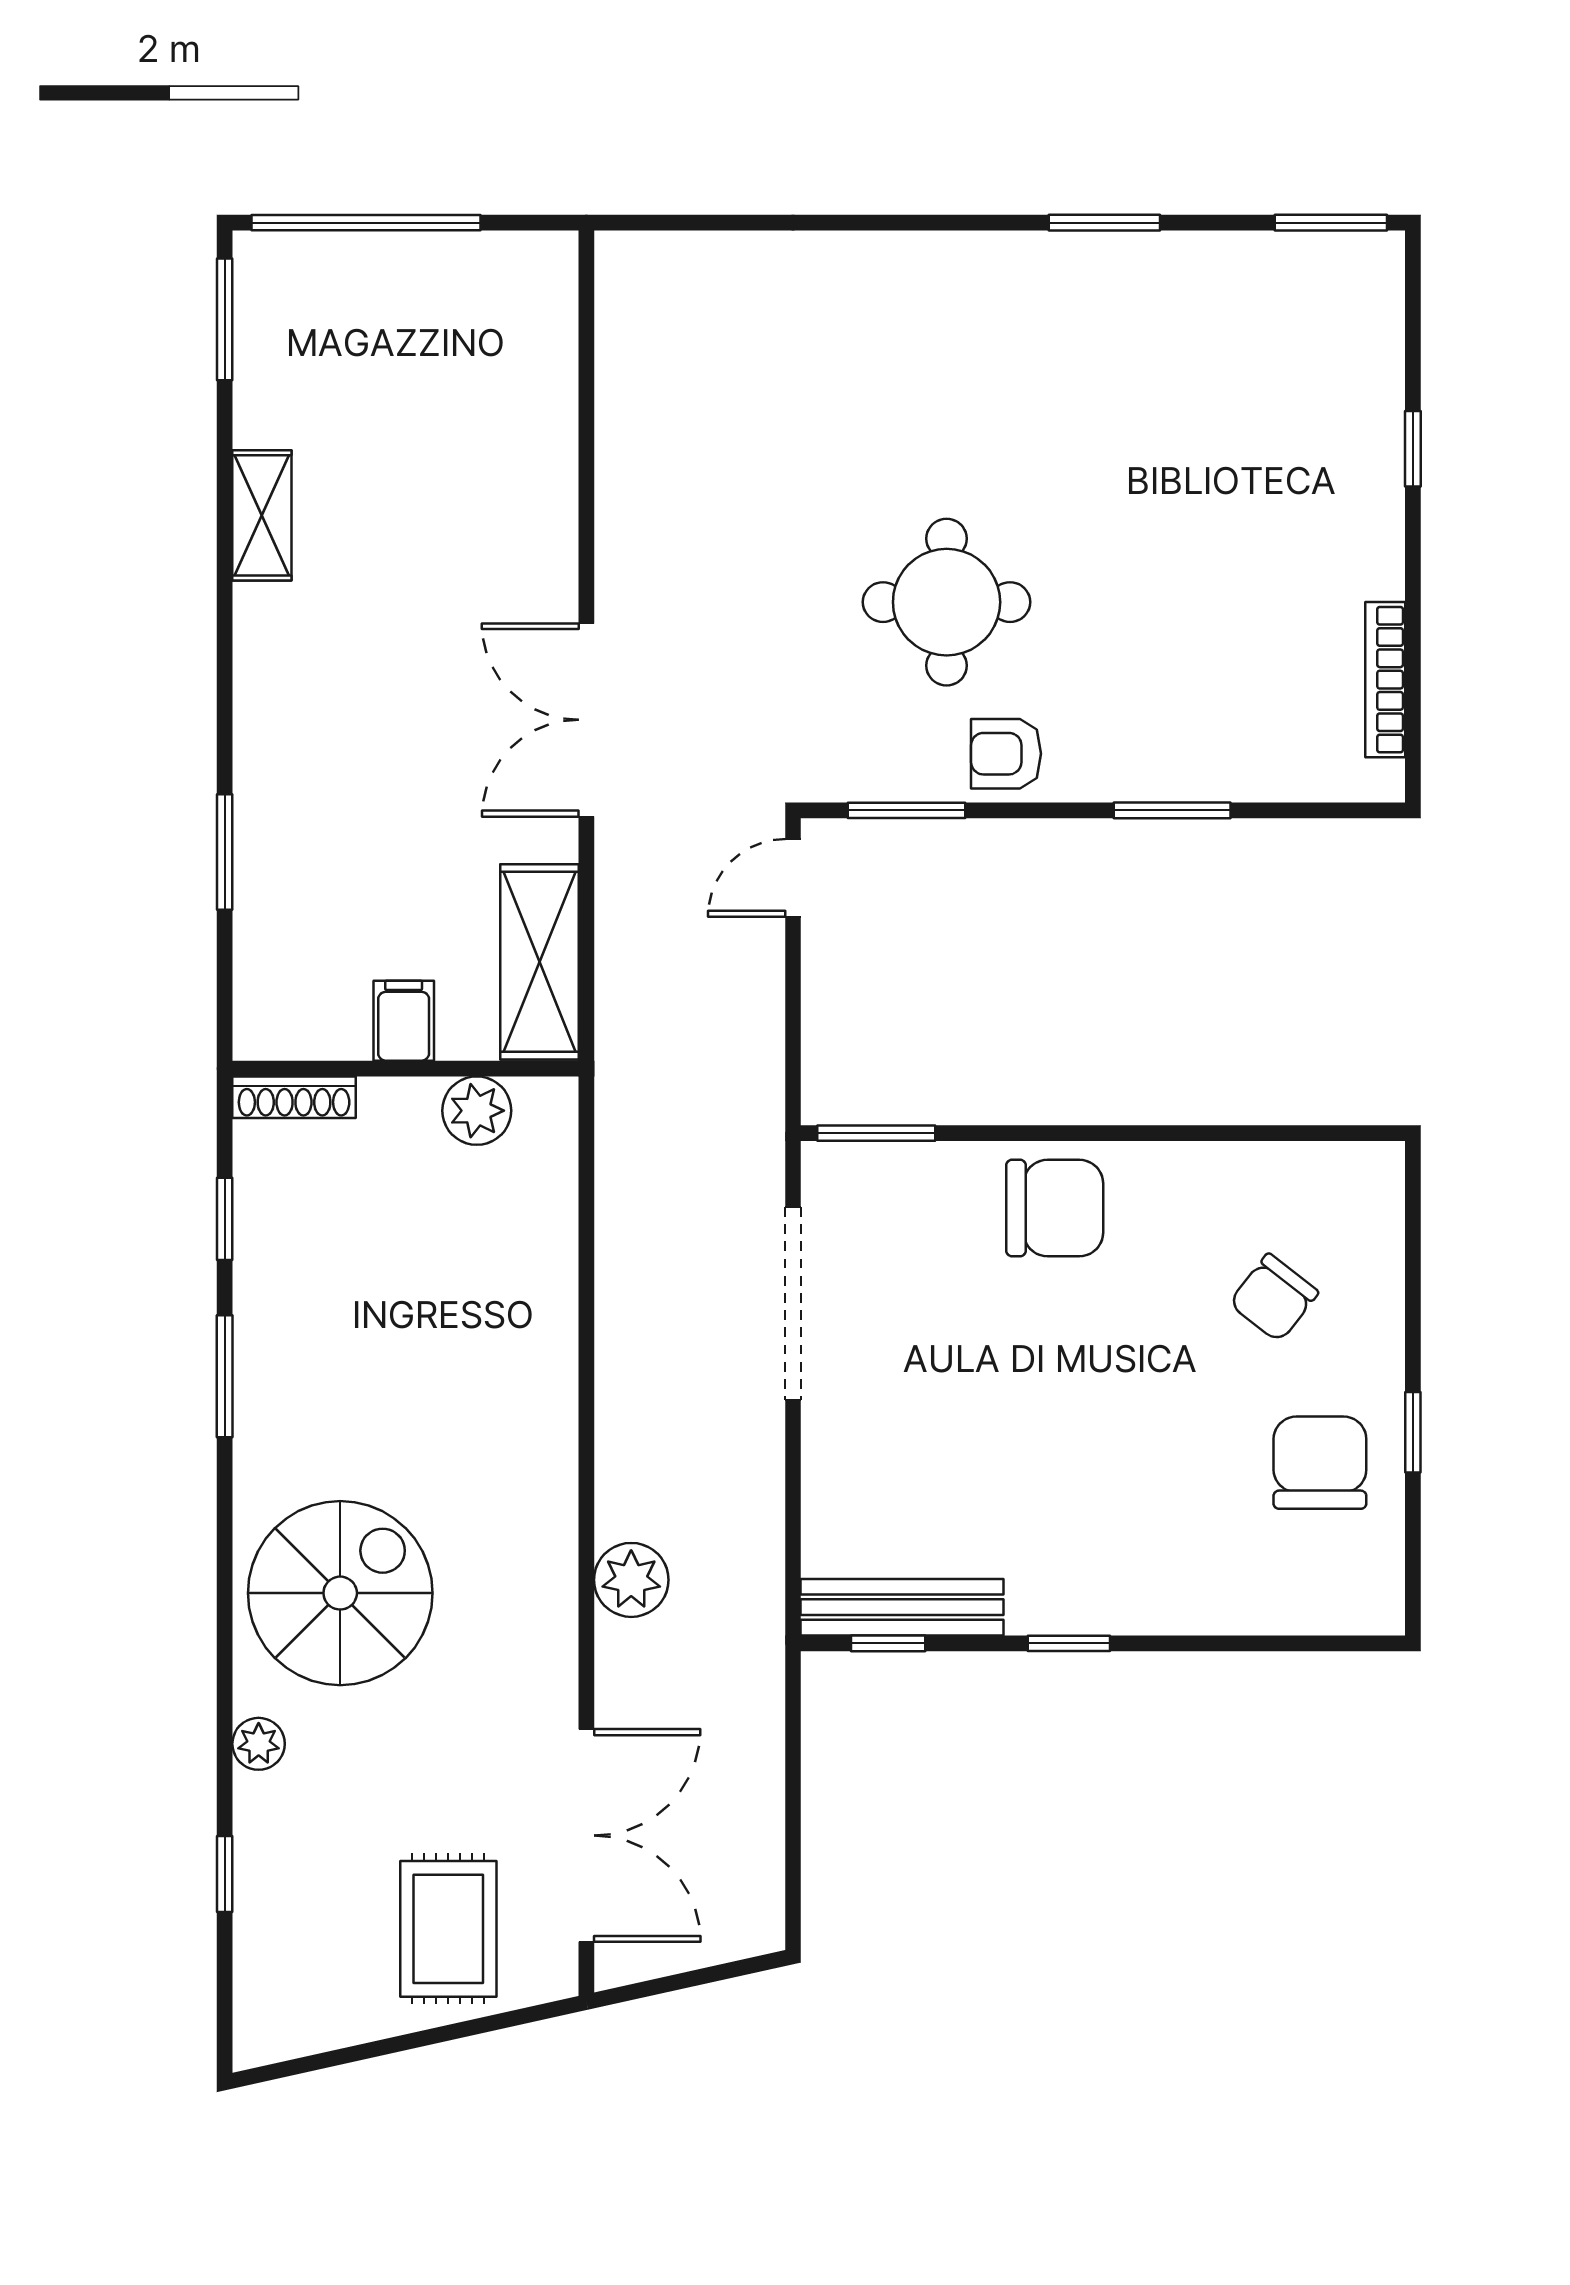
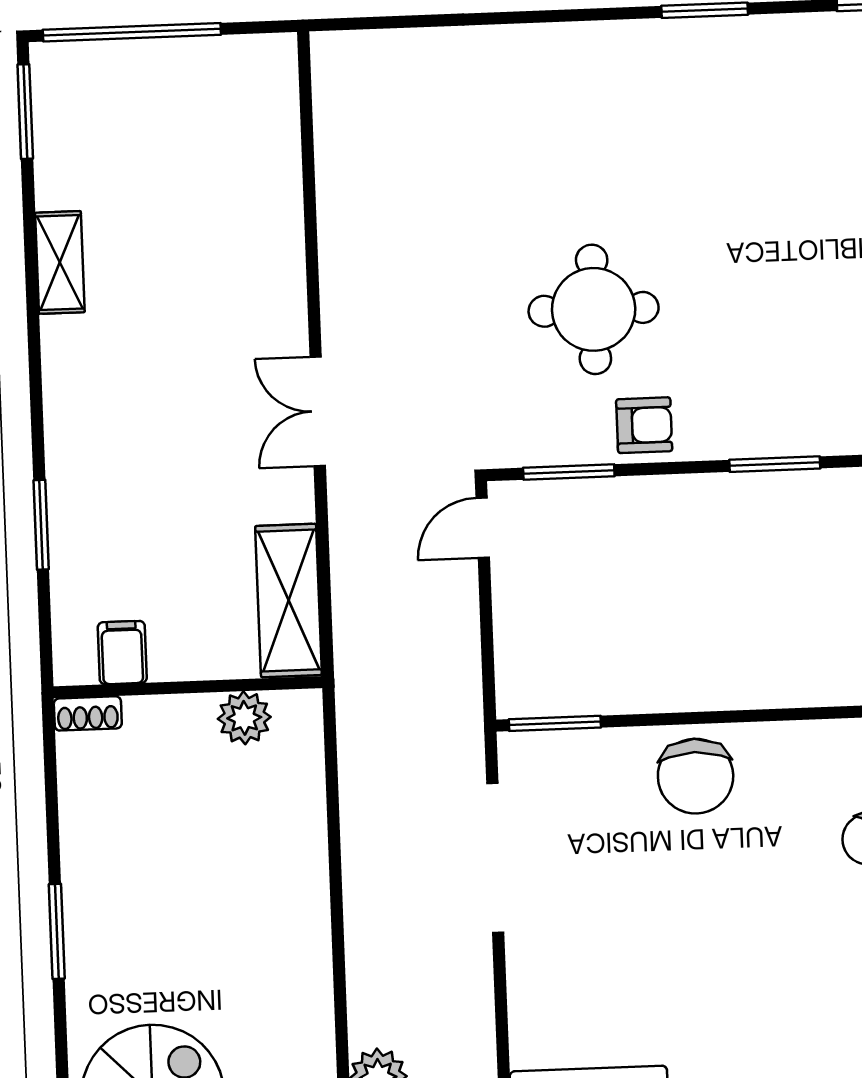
double door: (586, 720) -> (318, 411), width x0.73
armchair: (1006, 754) -> (644, 425), turned 180
filing cabinet: (404, 1021) -> (122, 653), moved
shoe rack: (294, 1097) -> (88, 713), width x0.70
chair: (1055, 1208) -> (696, 776), turned 90
window: (225, 1219) -> (52, 809), removed

